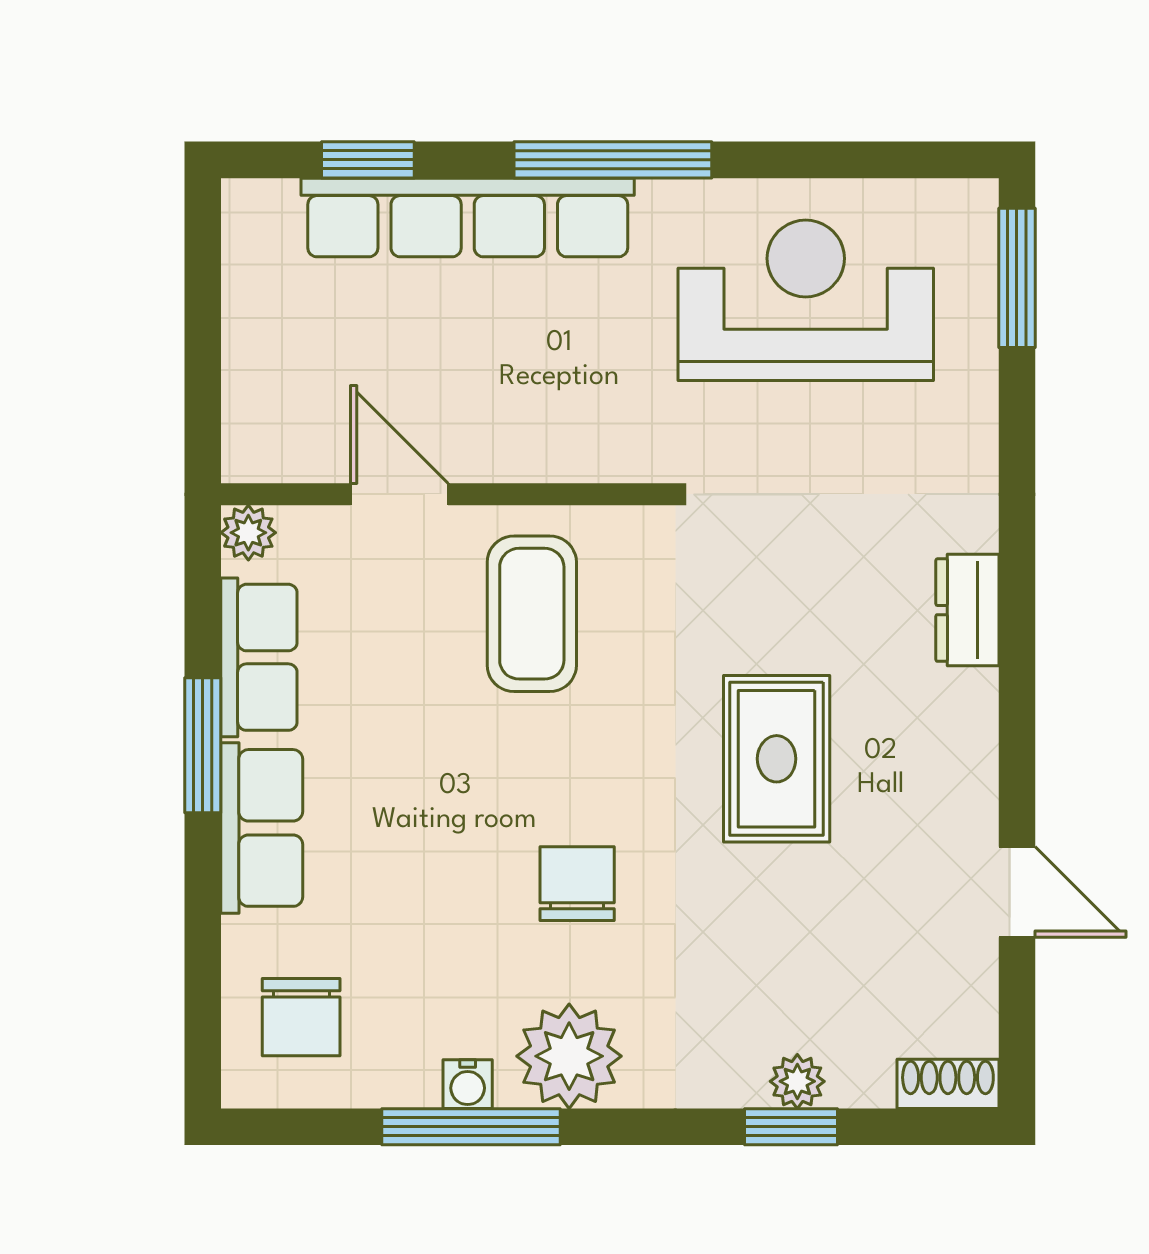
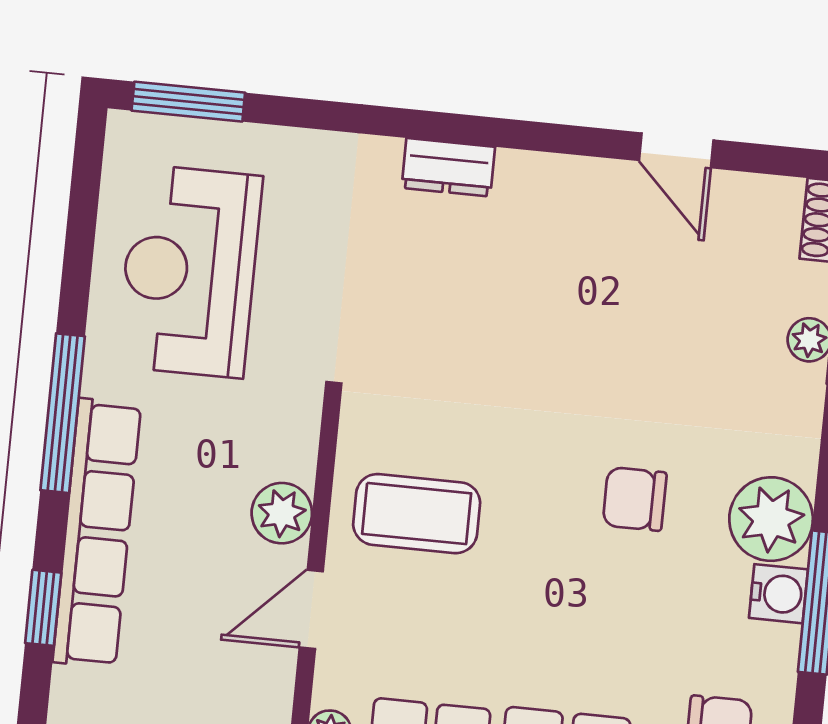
plant: (516, 446) -> (282, 513), added
rug: (777, 759) -> (551, 331), removed
door: (1017, 892) -> (676, 150), swing flipped
water cooler: (468, 1084) -> (779, 594), width x1.38, depth x1.38

